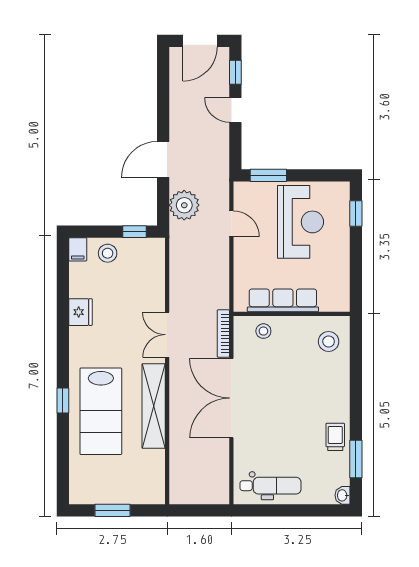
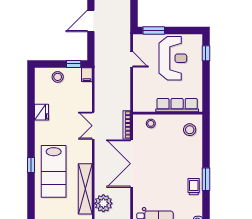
plant: (184, 205) -> (103, 203), moved
filing cabinet: (78, 249) -> (87, 75), moved
row of seats: (283, 300) -> (177, 105), moved
shelving: (154, 406) -> (85, 189), moved
window: (356, 459) -> (206, 179), moved

